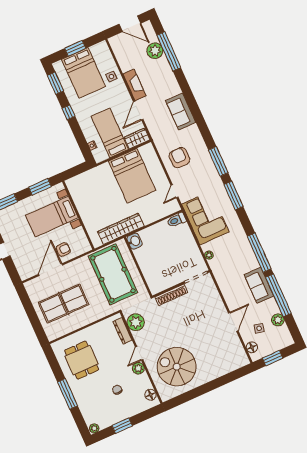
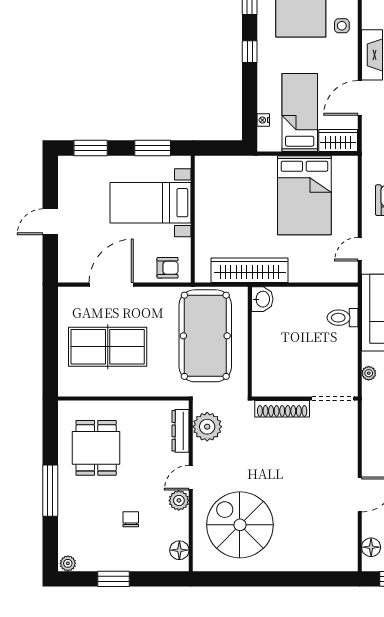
toilet: (176, 220) -> (343, 318), moved
armchair: (63, 249) -> (168, 268), moved

